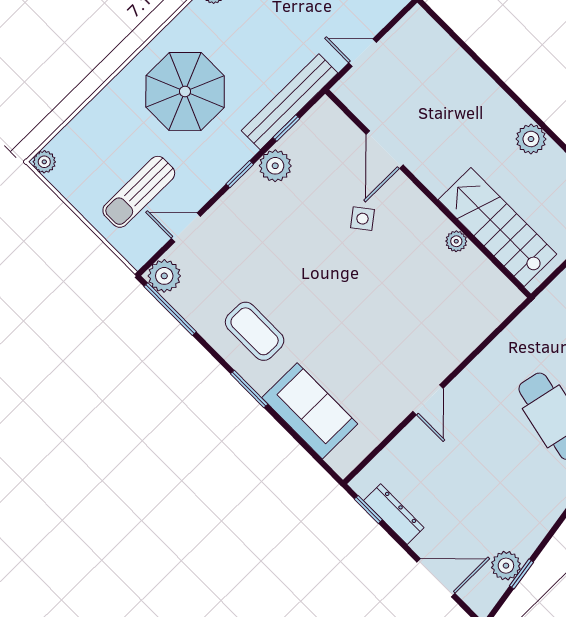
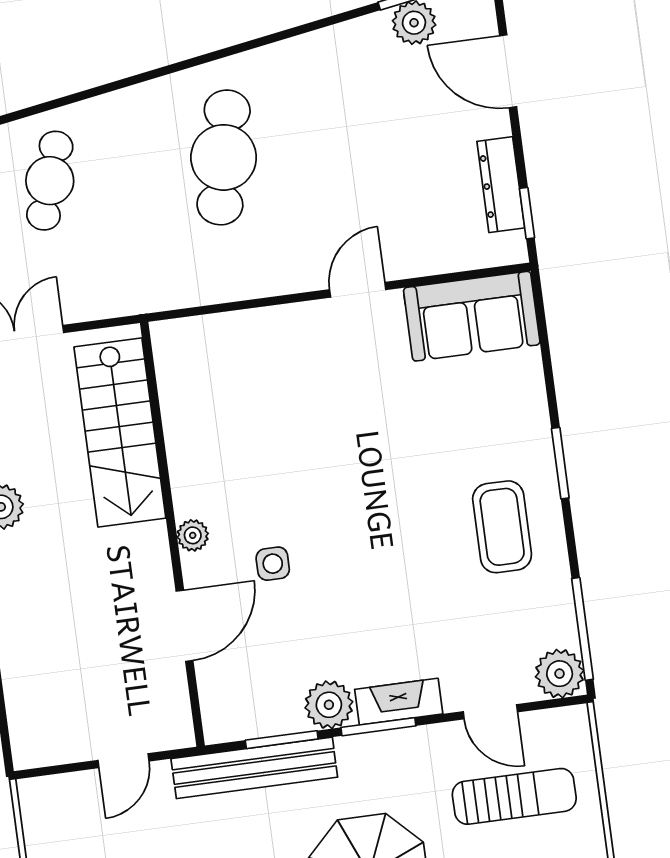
door: (363, 53) -> (124, 761), hinge flipped
window: (286, 128) -> (282, 740), width x1.50
window: (240, 174) -> (378, 727), width x1.50
fireplace: (239, 196) -> (399, 702), added
side table: (362, 219) -> (273, 564), turned 38
plant: (456, 241) -> (193, 535), moved
sofa: (310, 411) -> (472, 316), moved, turned -90

